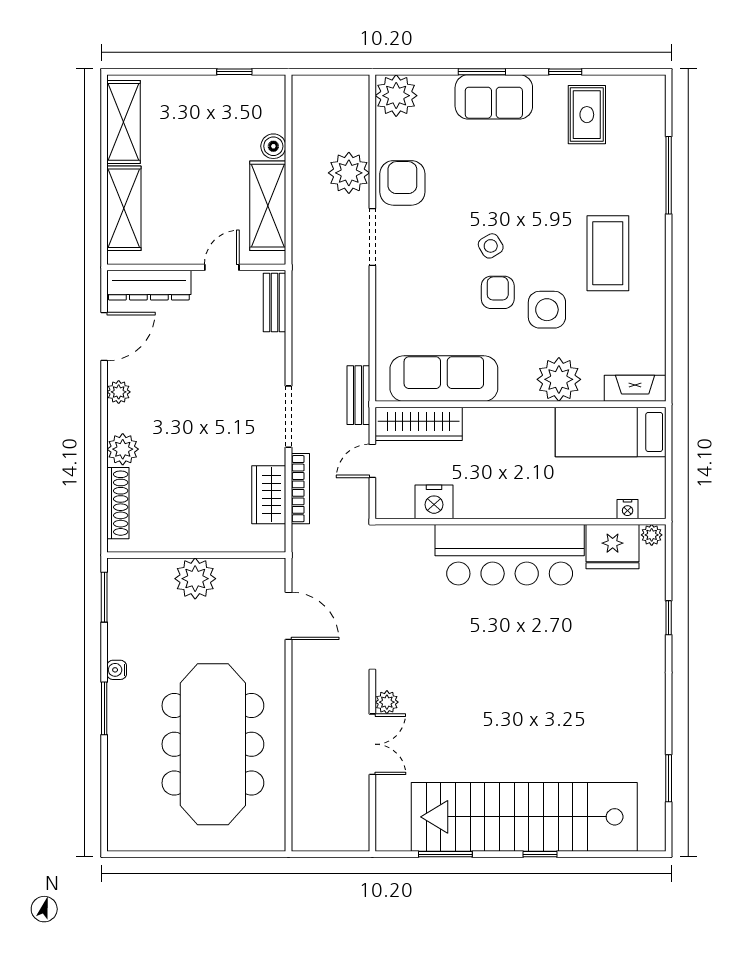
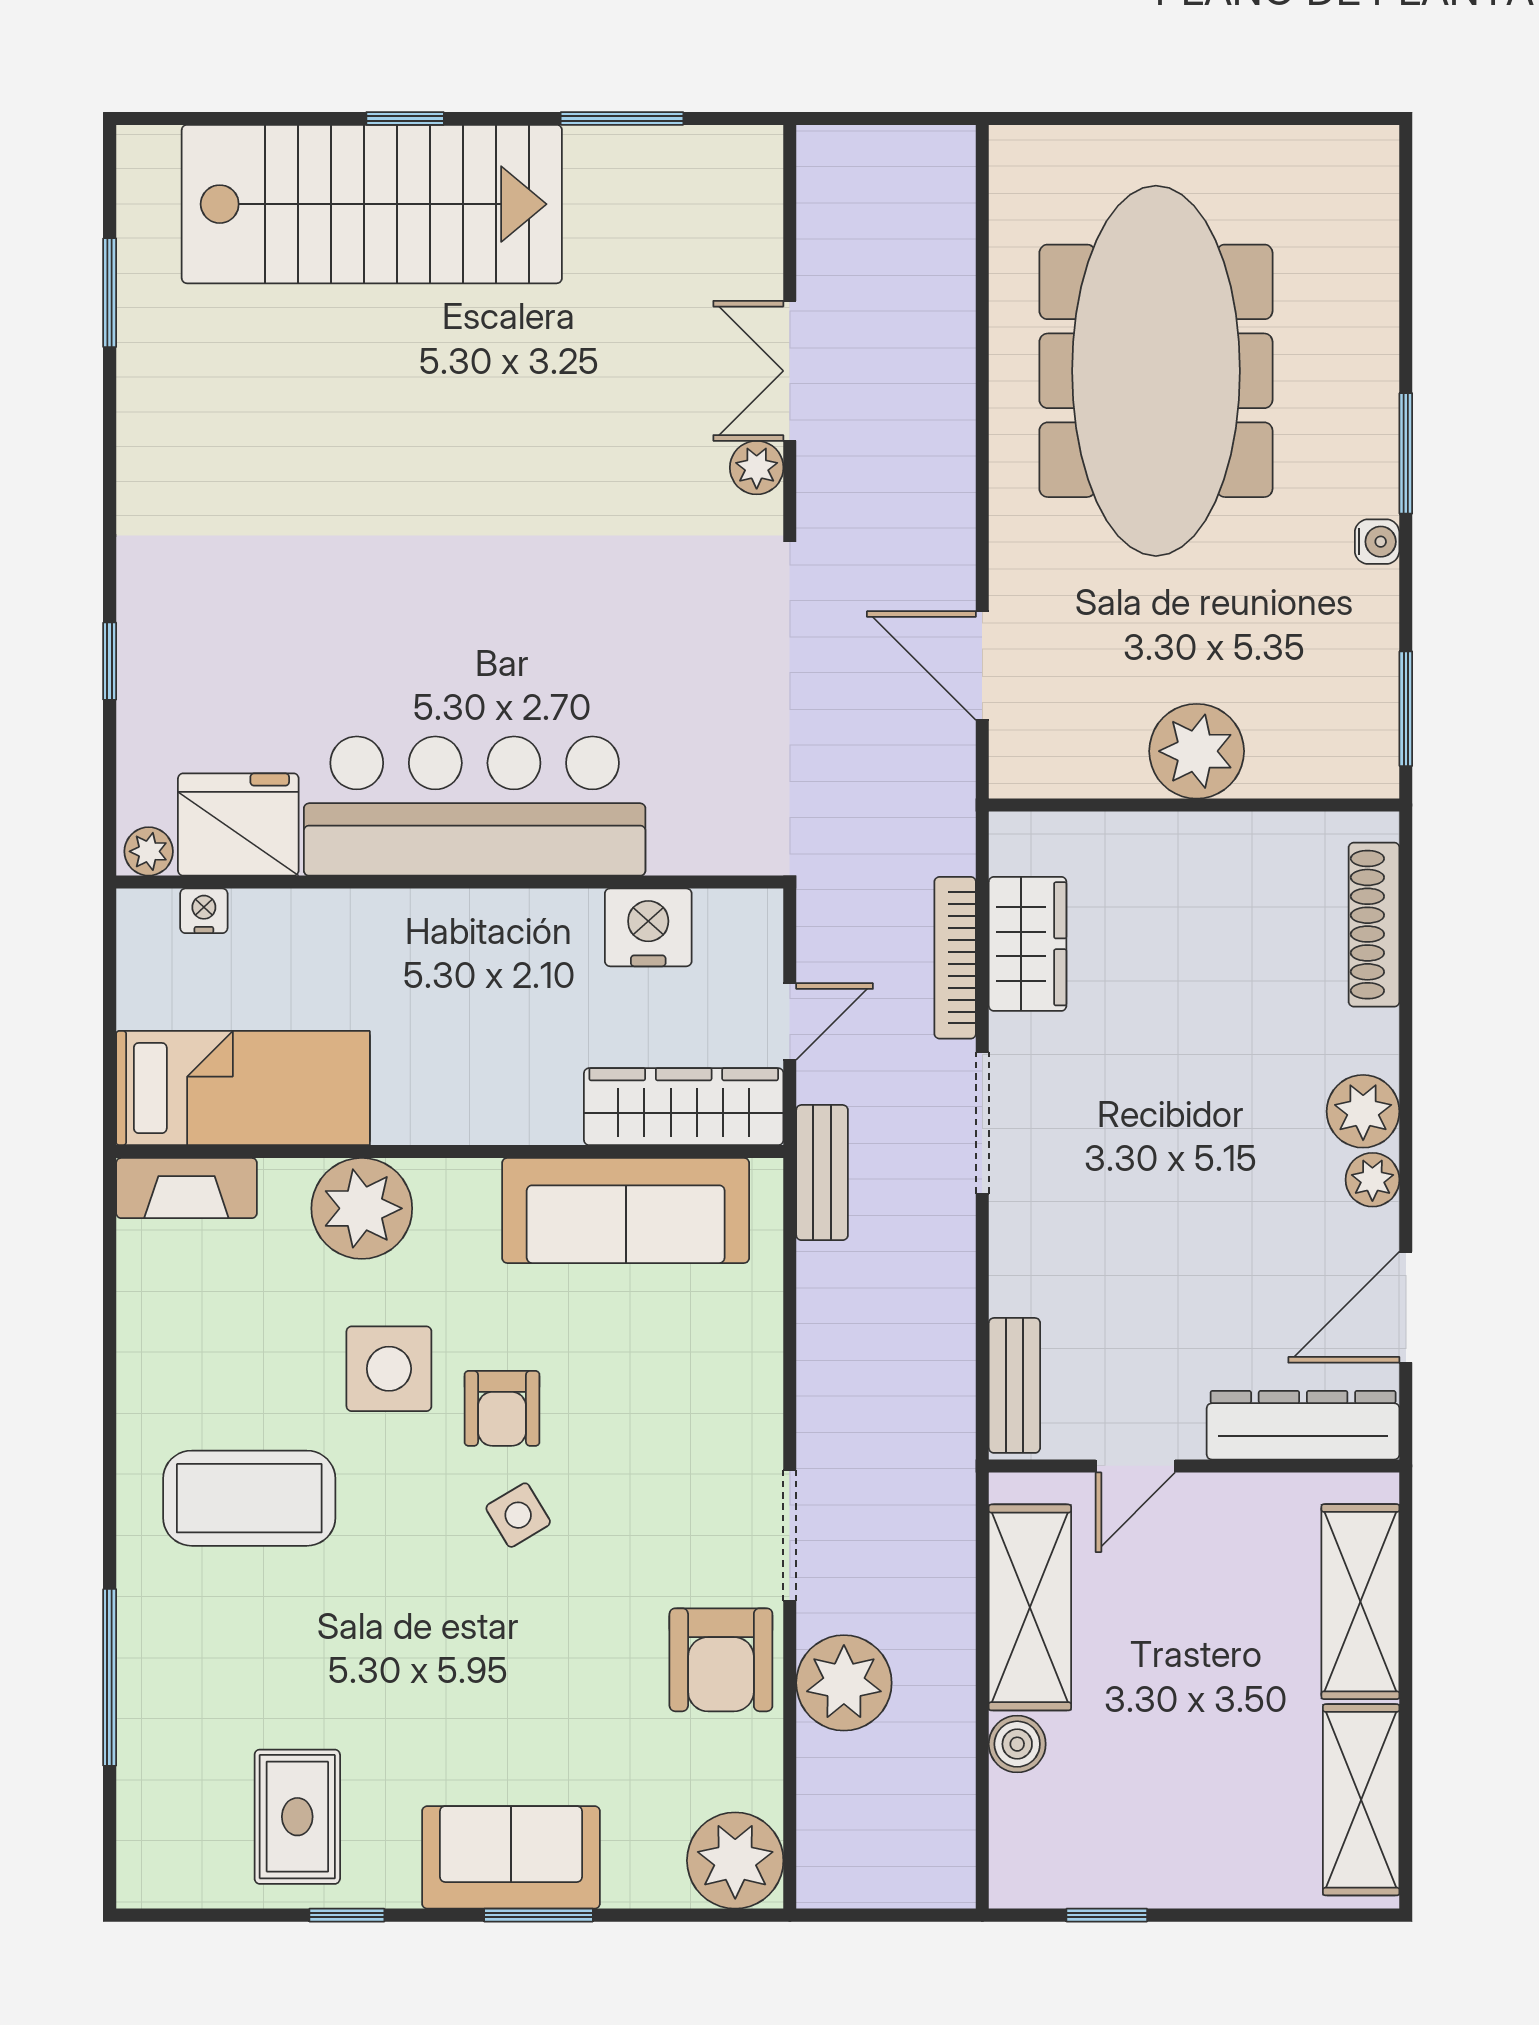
coffee table: (608, 253) -> (249, 1498), turned 90
plant: (123, 449) -> (1363, 1111), moved
stairs: (524, 817) -> (372, 204), width x0.73

